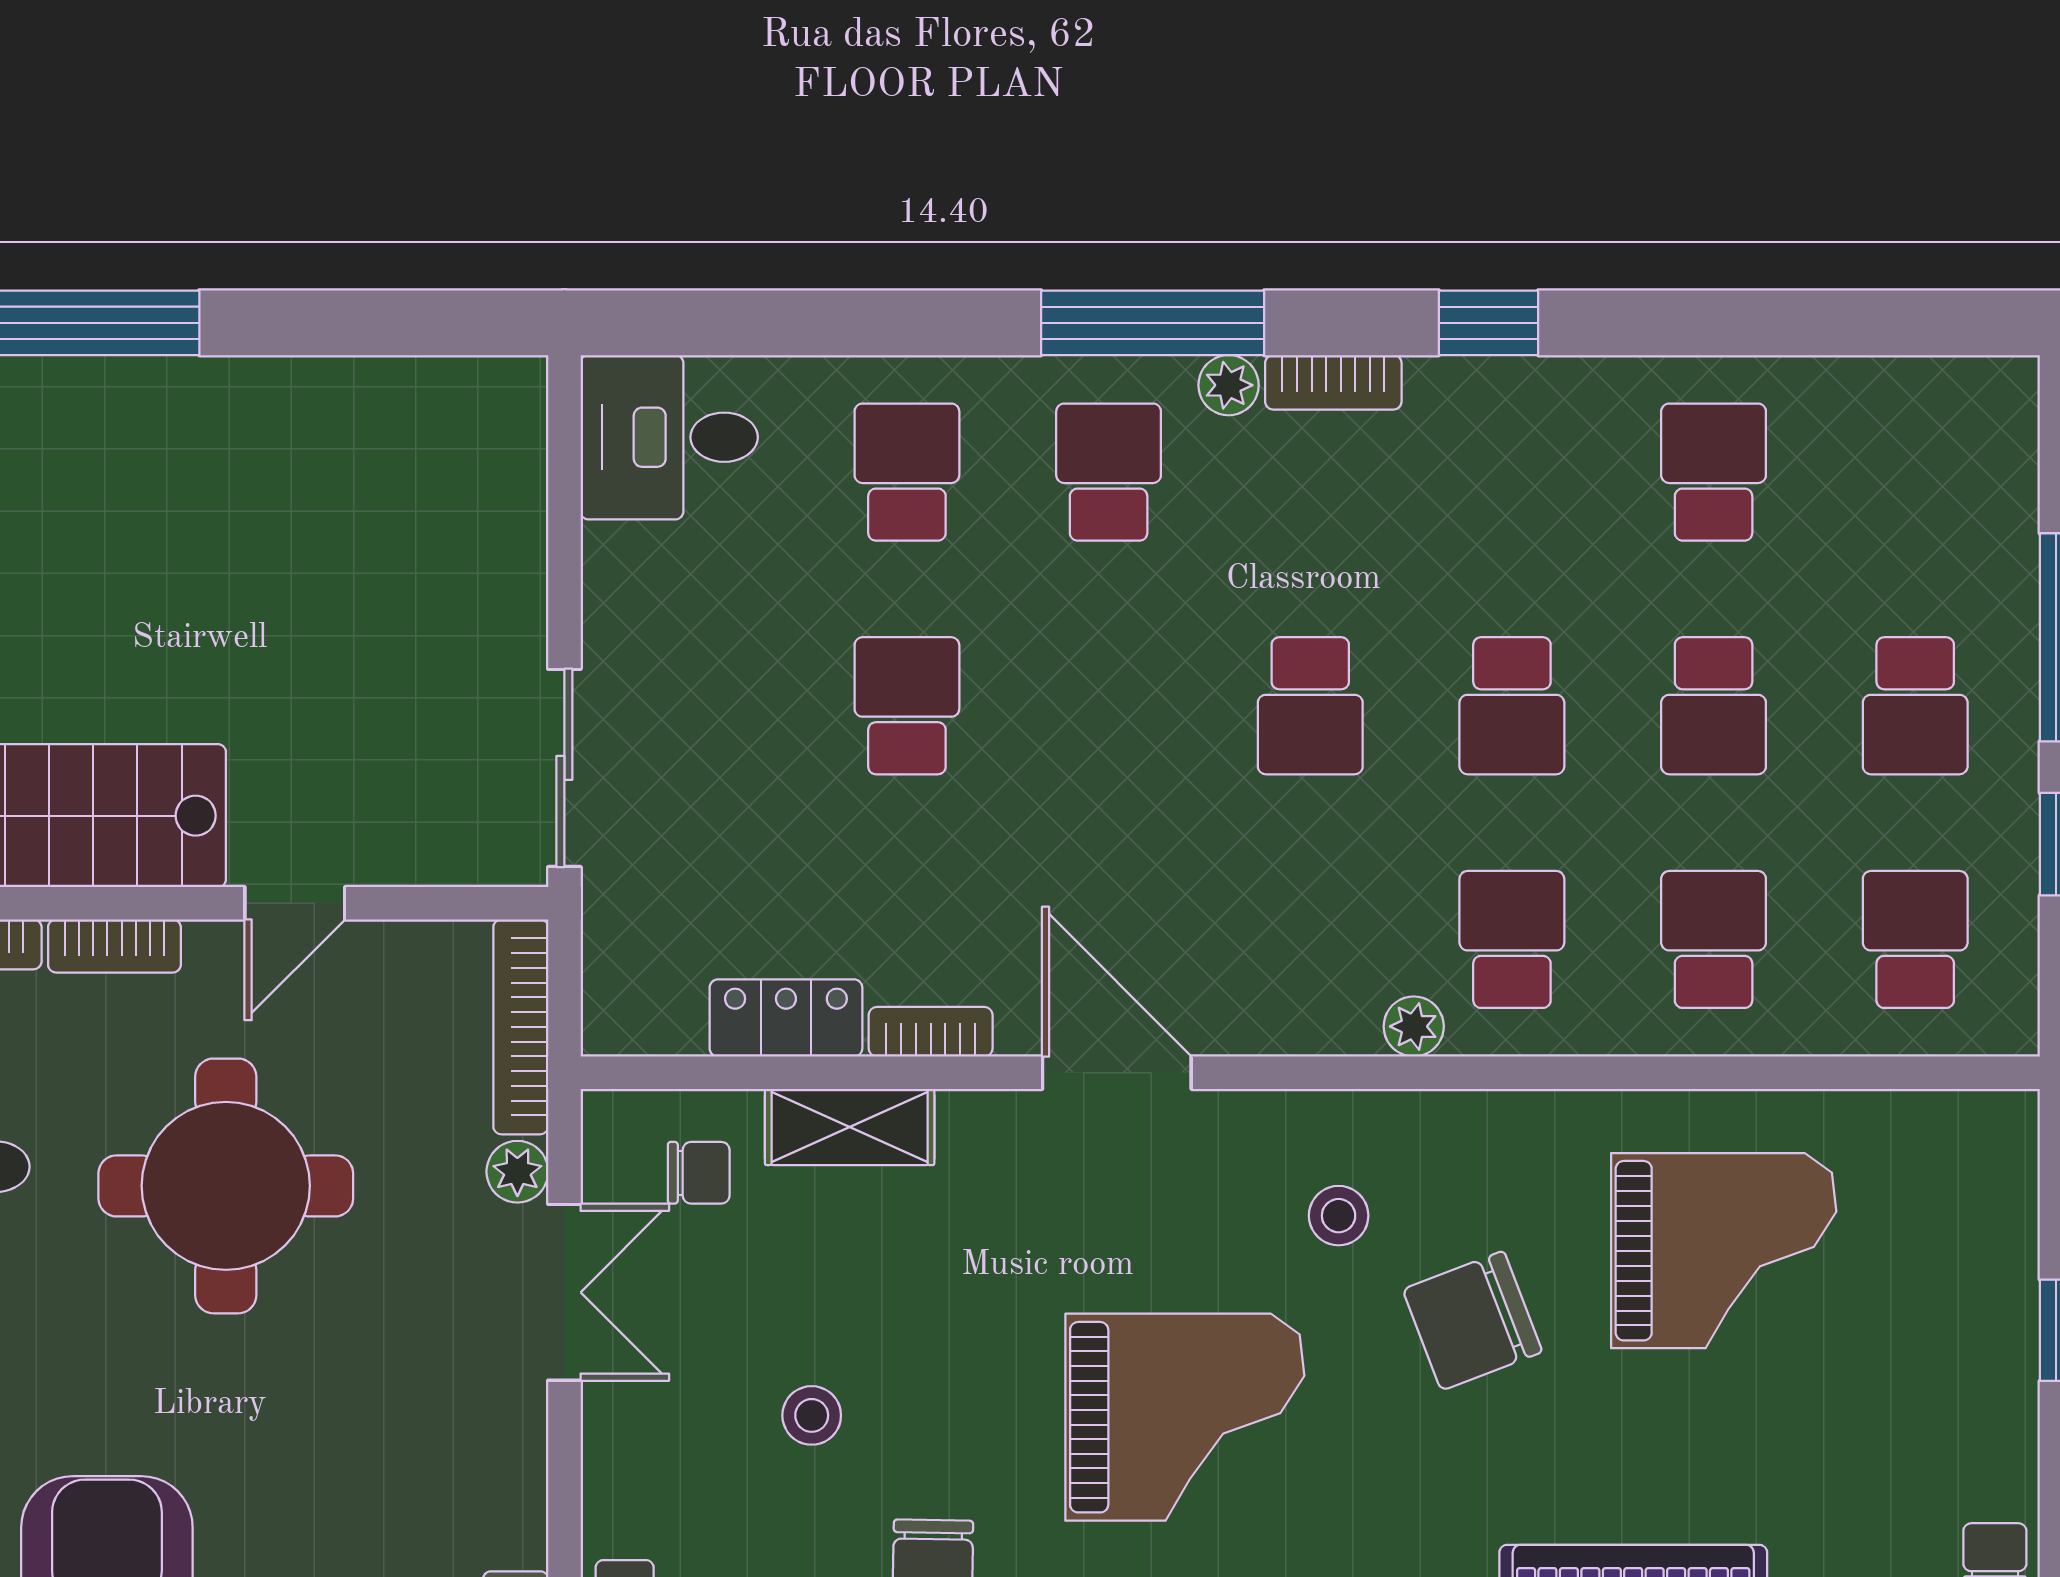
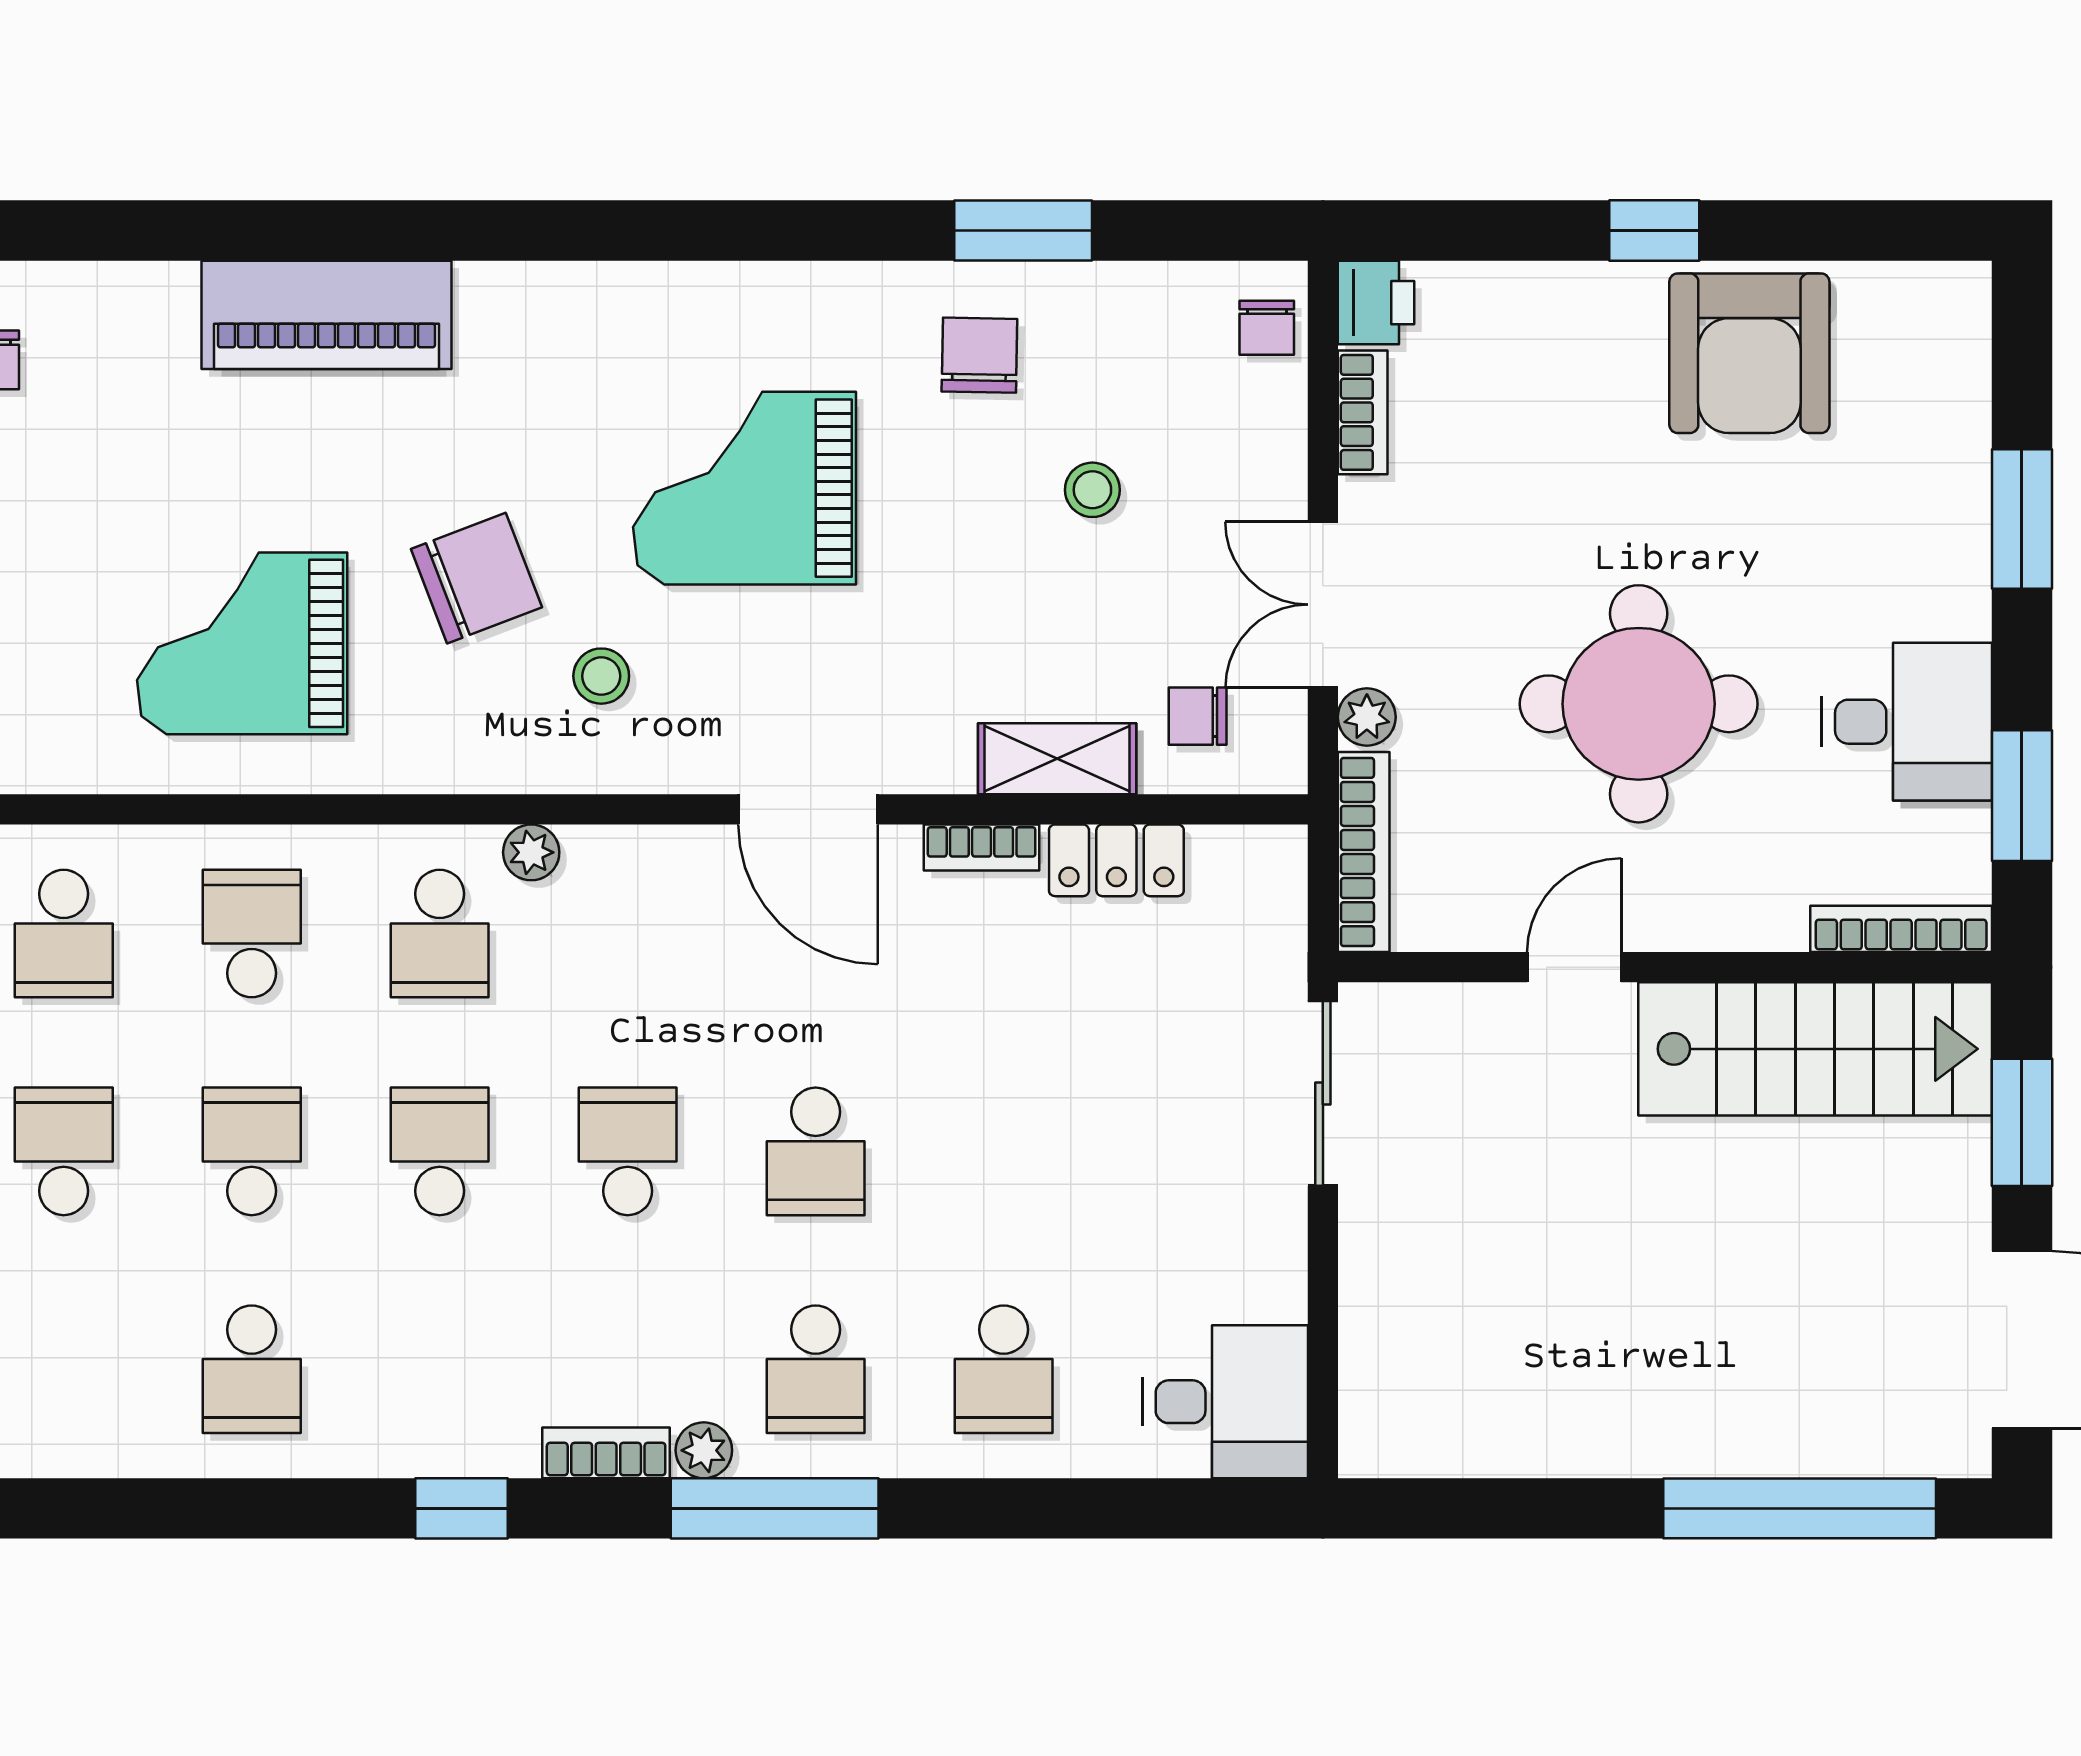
school desk: (907, 706) -> (816, 1151), moved
school desk: (1714, 939) -> (252, 934), turned 180
bookcase: (114, 946) -> (1363, 412), moved, turned 90

